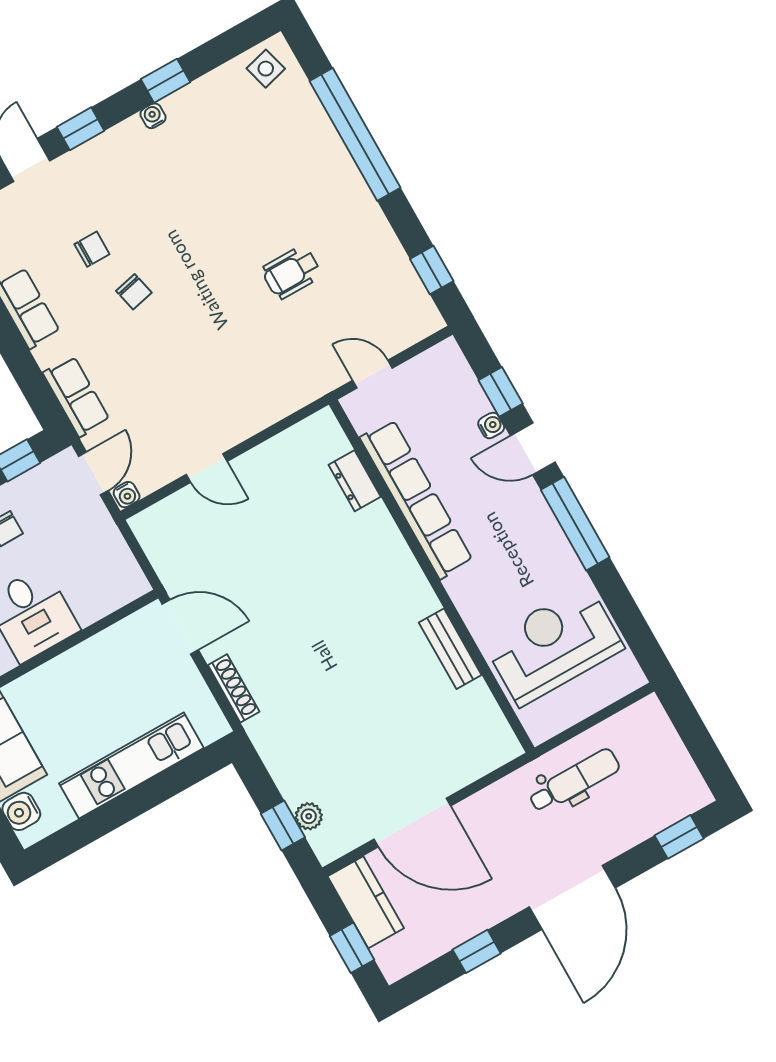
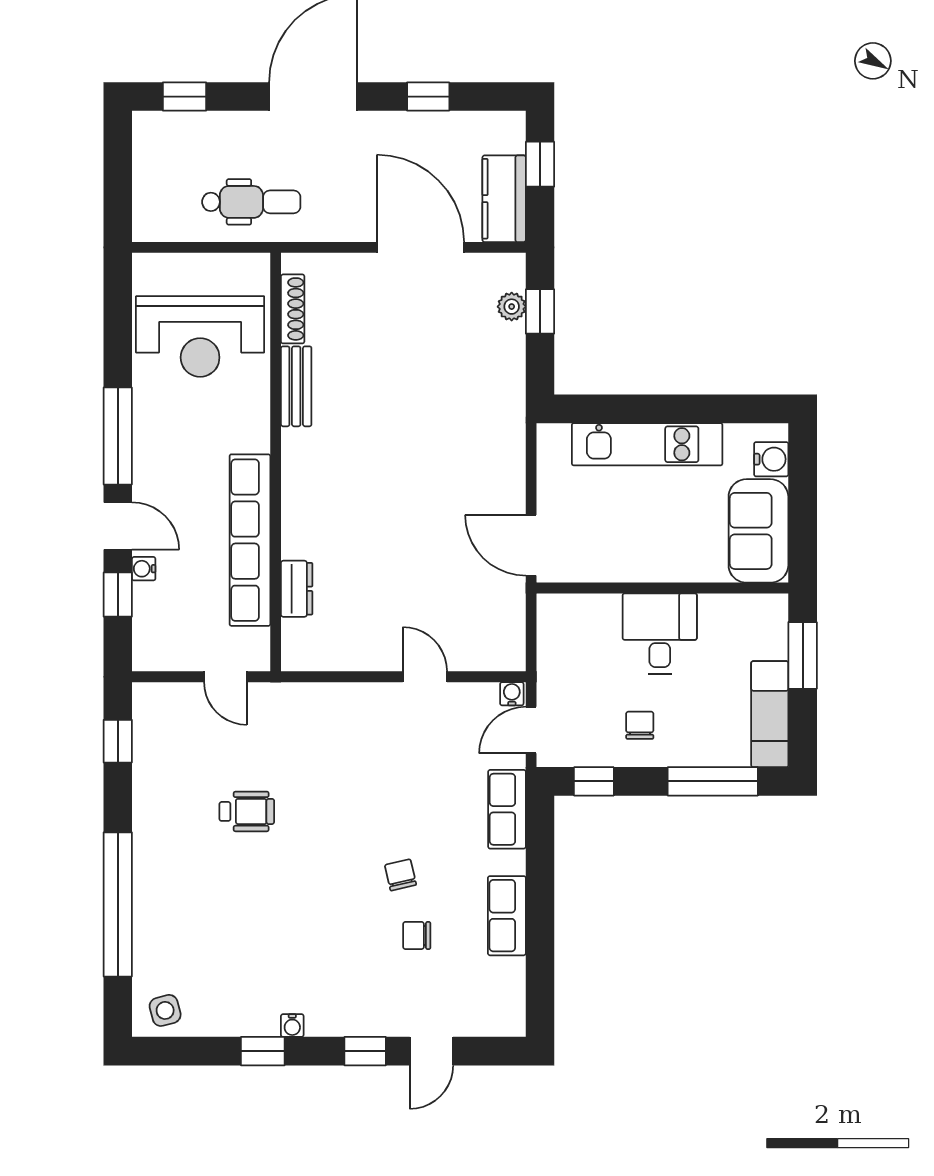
shoe rack: (234, 688) -> (293, 309), moved, turned 180
dental chair: (574, 781) -> (251, 202), turned 180

